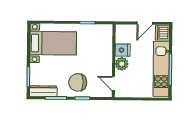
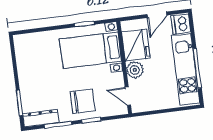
bed with nightstands: (53, 43) -> (90, 50), moved, turned 180
fridge: (123, 50) -> (136, 45), width x1.88, depth x1.34
chair: (78, 82) -> (83, 101), turned 180

